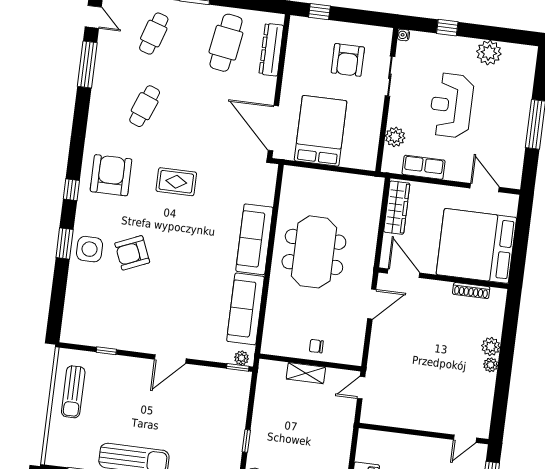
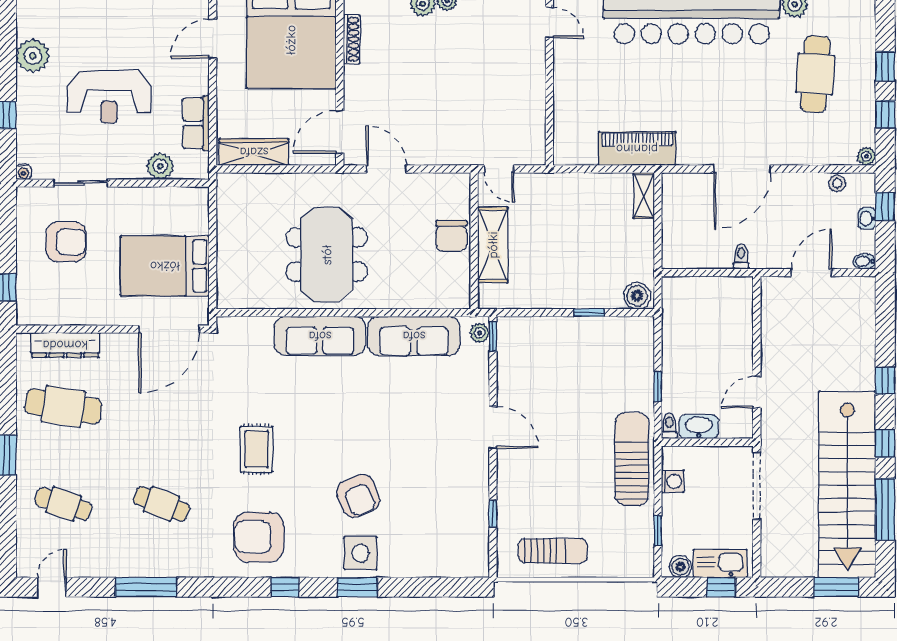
window: (87, 65) -> (146, 587), moved
meeting table: (314, 252) -> (327, 255), turned 90
chair: (316, 346) -> (451, 236), width x1.87, depth x1.87
shelving: (306, 373) -> (493, 245), width x1.50, depth x1.33

